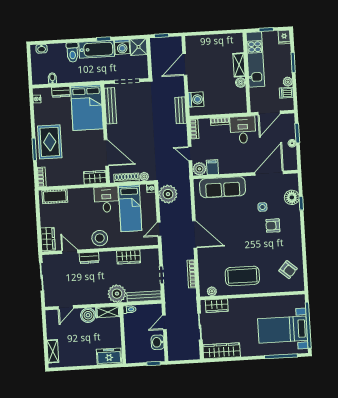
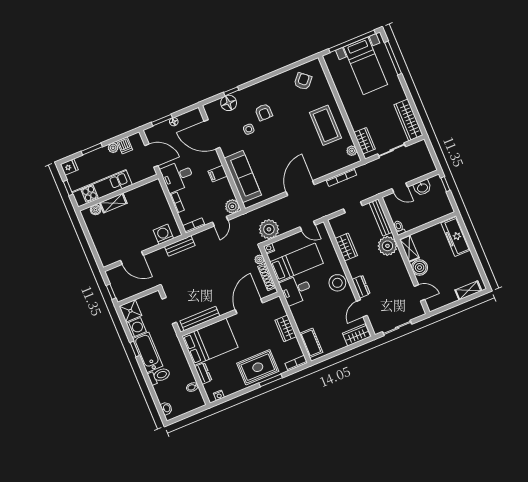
boiler: (241, 83) -> (96, 210), moved
filing cabinet: (212, 167) -> (218, 174), moved
wardrobe: (95, 177) -> (286, 328), moved
freezer: (109, 356) -> (456, 237), width x1.40

